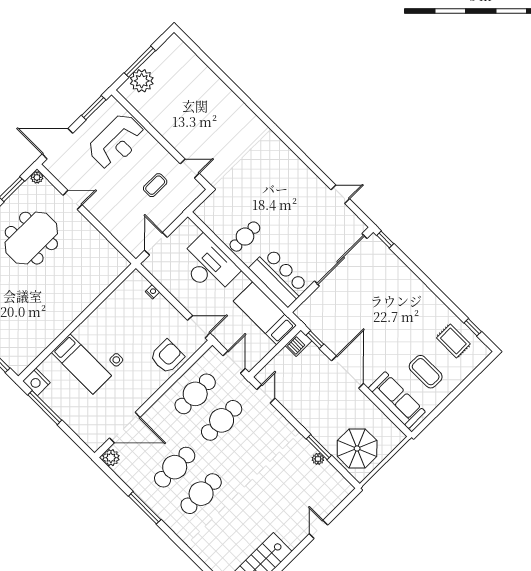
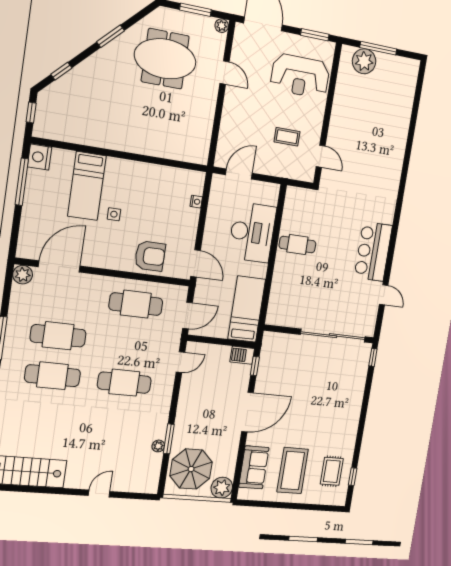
bar counter: (279, 277) -> (373, 251), moved, turned 180
coffee table: (426, 372) -> (293, 471), width x1.36, depth x1.32
sofa: (397, 400) -> (254, 467), width x0.73
cafe table: (222, 420) -> (124, 383), moved
door: (125, 428) -> (59, 266), swing flipped
plant: (392, 437) -> (222, 488), added

